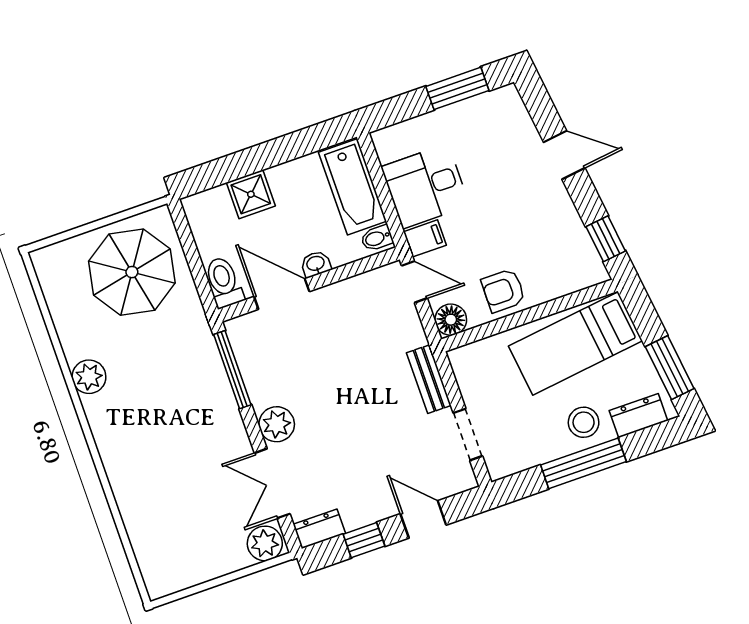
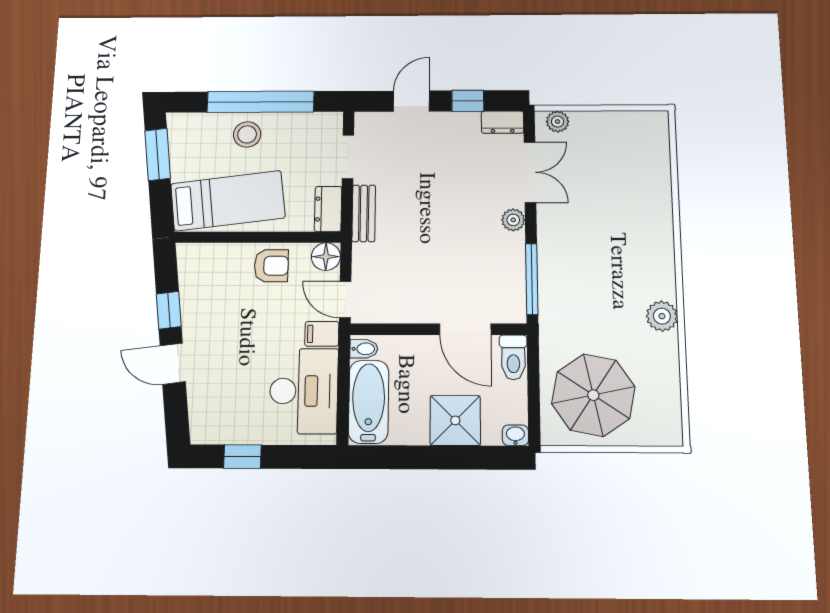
window: (457, 88) -> (243, 457), width x0.67
desk: (425, 186) -> (304, 391), width x1.37
shower: (251, 194) -> (455, 420), width x1.36, depth x1.36
window: (606, 239) -> (169, 310), moved
washbasin: (316, 264) -> (515, 435), moved, turned 180
dresser: (638, 416) -> (328, 209), moved, turned 90
plant: (277, 424) -> (513, 220), width x0.73, depth x0.73
window: (583, 463) -> (261, 102), width x1.46
door: (423, 519) -> (412, 101), swing flipped
plant: (265, 543) -> (558, 122), width x0.73, depth x0.73

